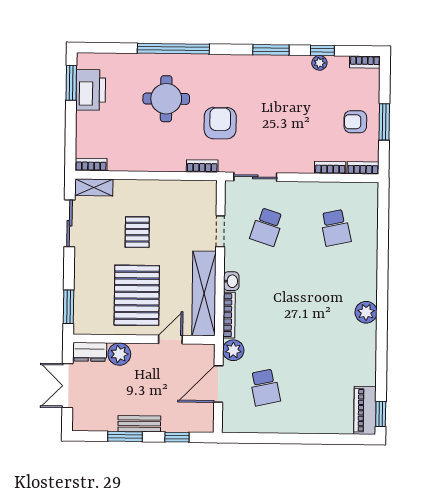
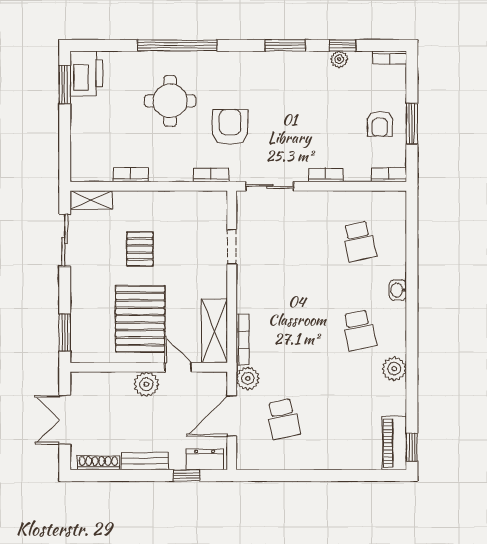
printer: (91, 90) -> (86, 73), moved
armchair: (355, 122) -> (380, 124), turned -90
bookcase: (91, 165) -> (130, 175), moved
bookcase: (330, 168) -> (326, 175), moved
school desk: (267, 227) -> (359, 330), moved, turned -30
washbasin: (231, 281) -> (398, 290), moved, turned 180
shelving: (204, 293) -> (215, 331), width x0.68
plant: (366, 312) -> (394, 369), moved
door: (170, 339) -> (178, 367), hinge flipped
dresser: (90, 352) -> (205, 460), moved, turned 180
plant: (119, 354) -> (146, 384), moved
shoe rack: (97, 425) -> (98, 463), added
window: (125, 437) -> (129, 475), removed

